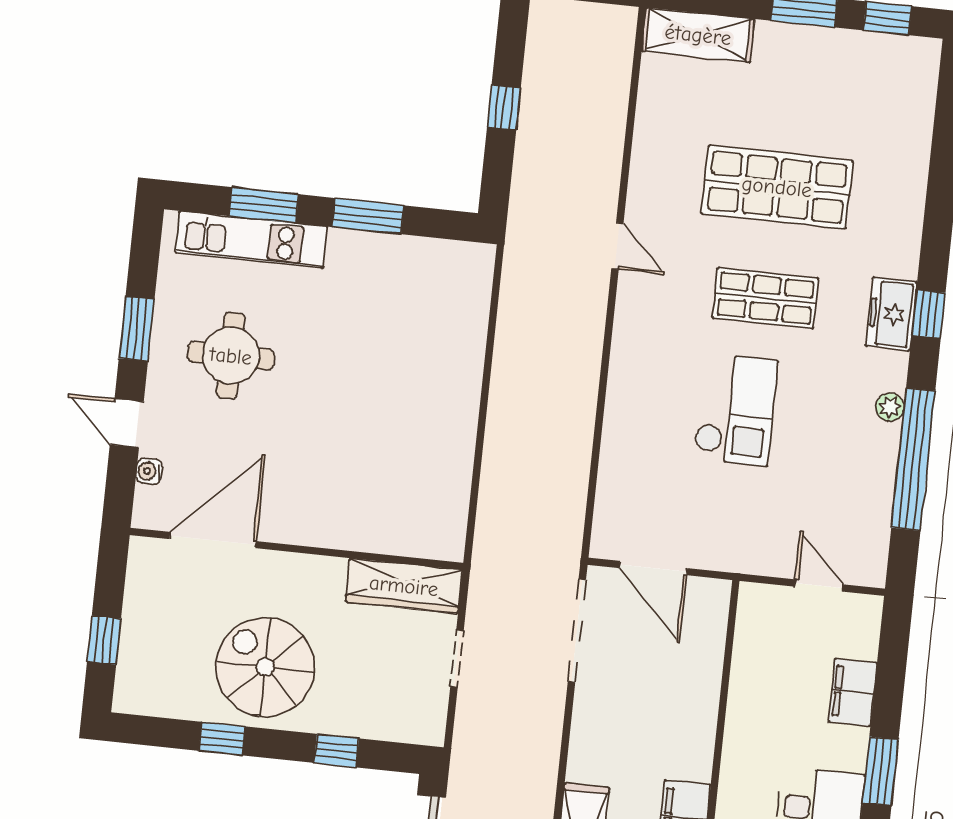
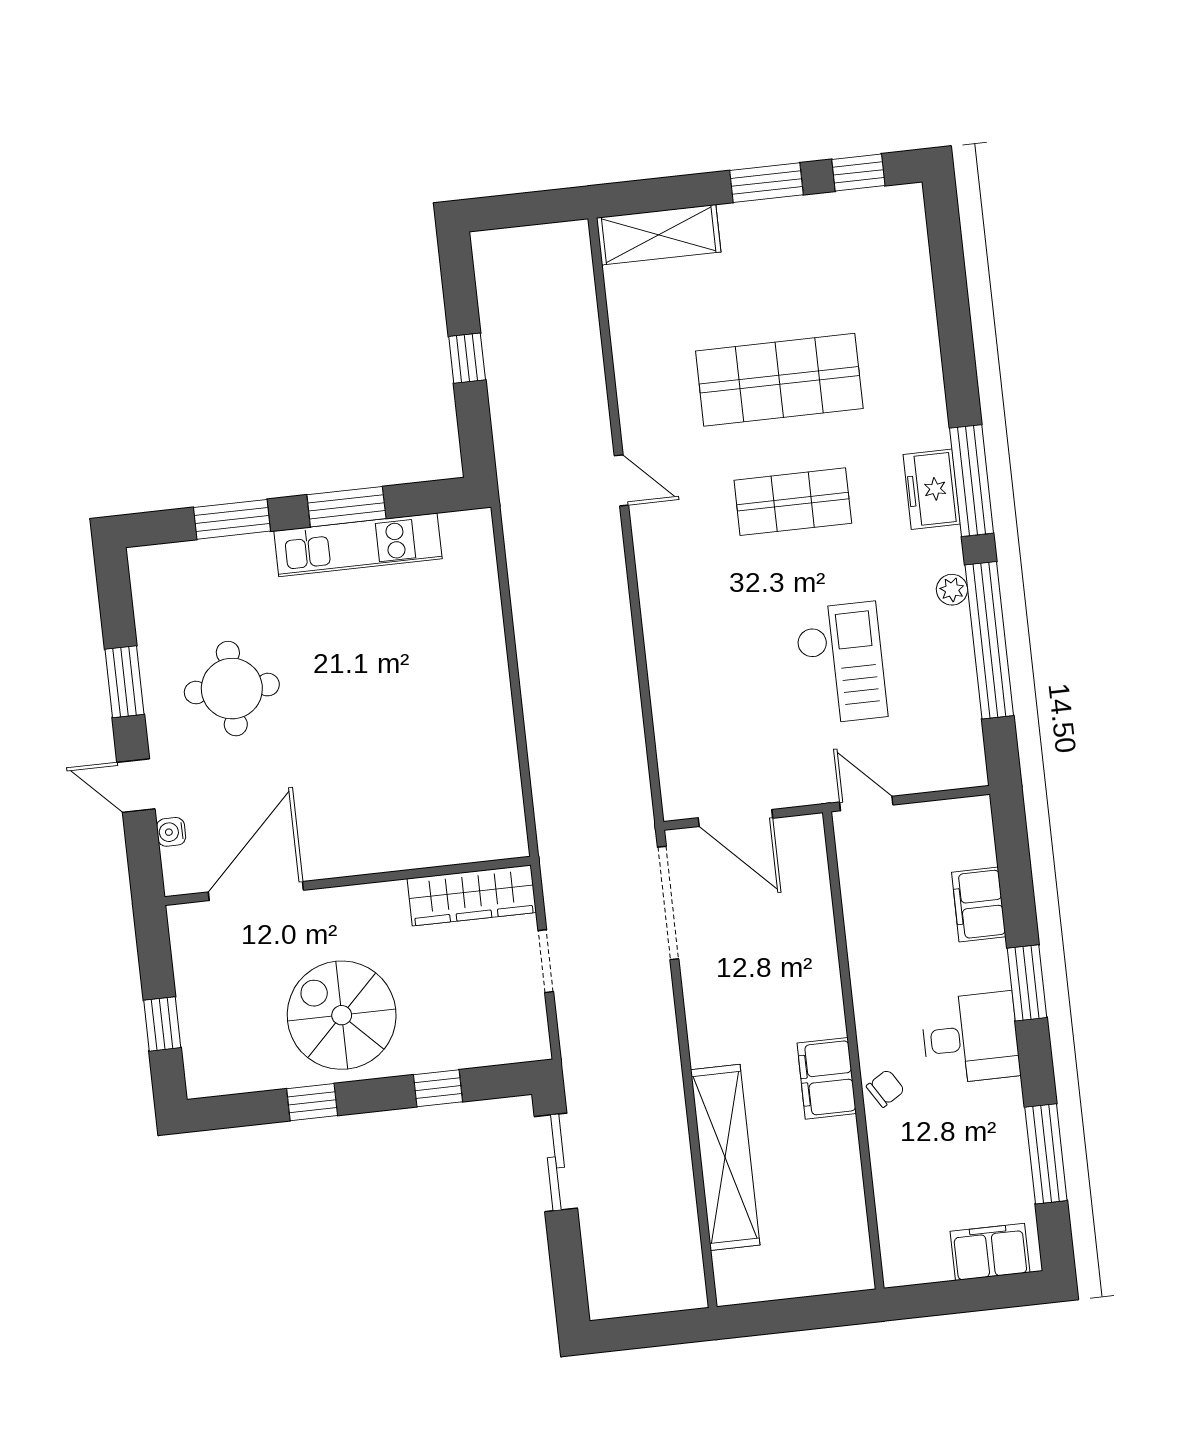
kitchen unit: (252, 240) -> (358, 545), moved
window: (928, 314) -> (972, 481), width x2.17
checkout: (736, 410) -> (841, 663), moved
door: (819, 585) -> (866, 804), moved

